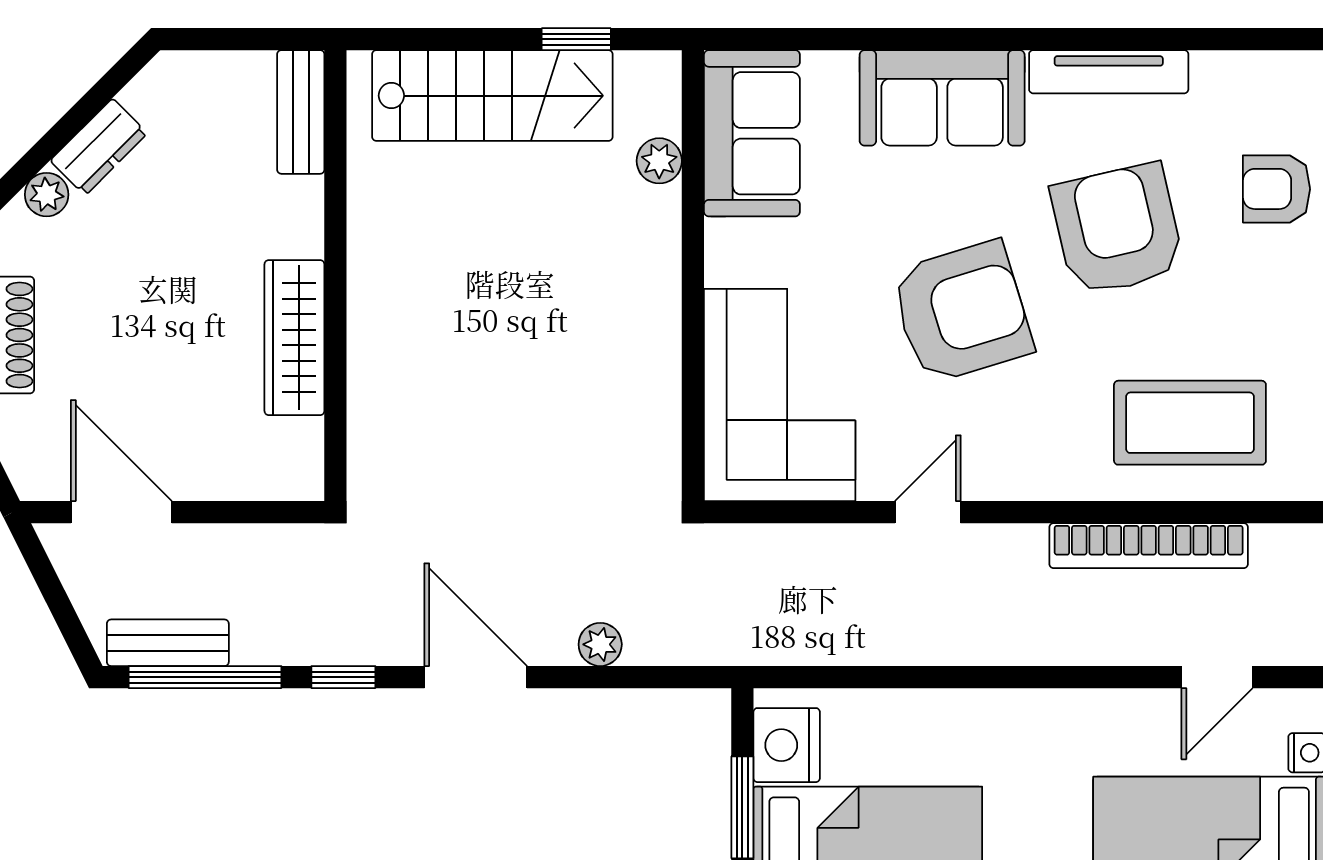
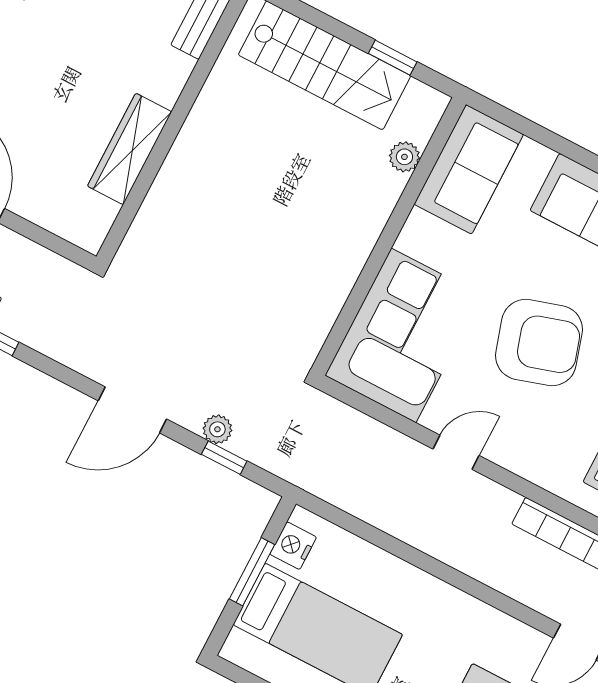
window: (343, 677) -> (224, 458), moved
door: (476, 677) -> (132, 410), swing flipped
nightstand: (787, 745) -> (293, 546), width x0.74, depth x0.75

